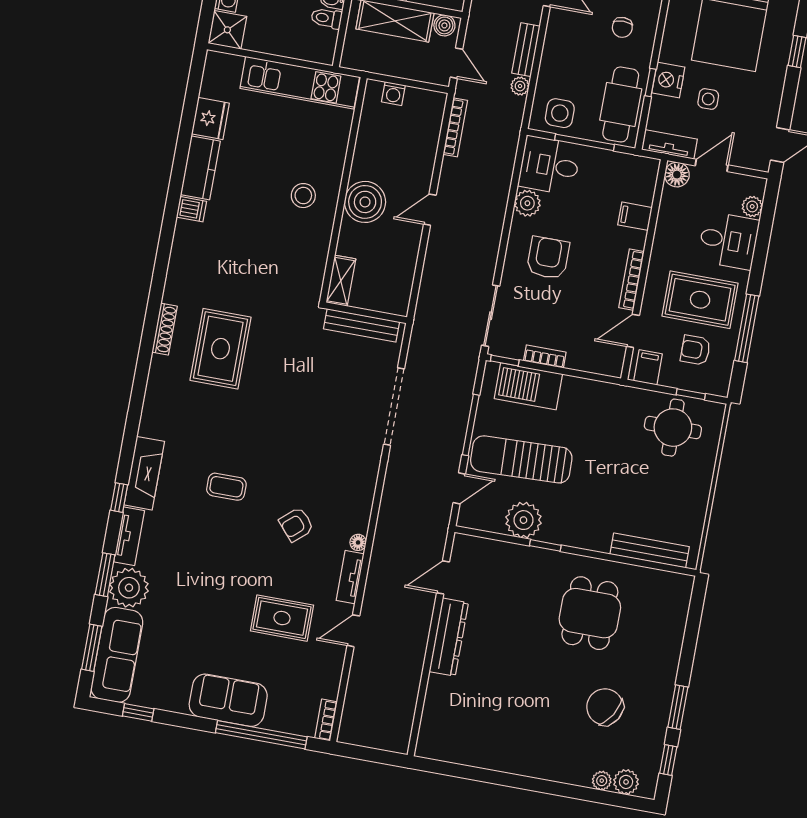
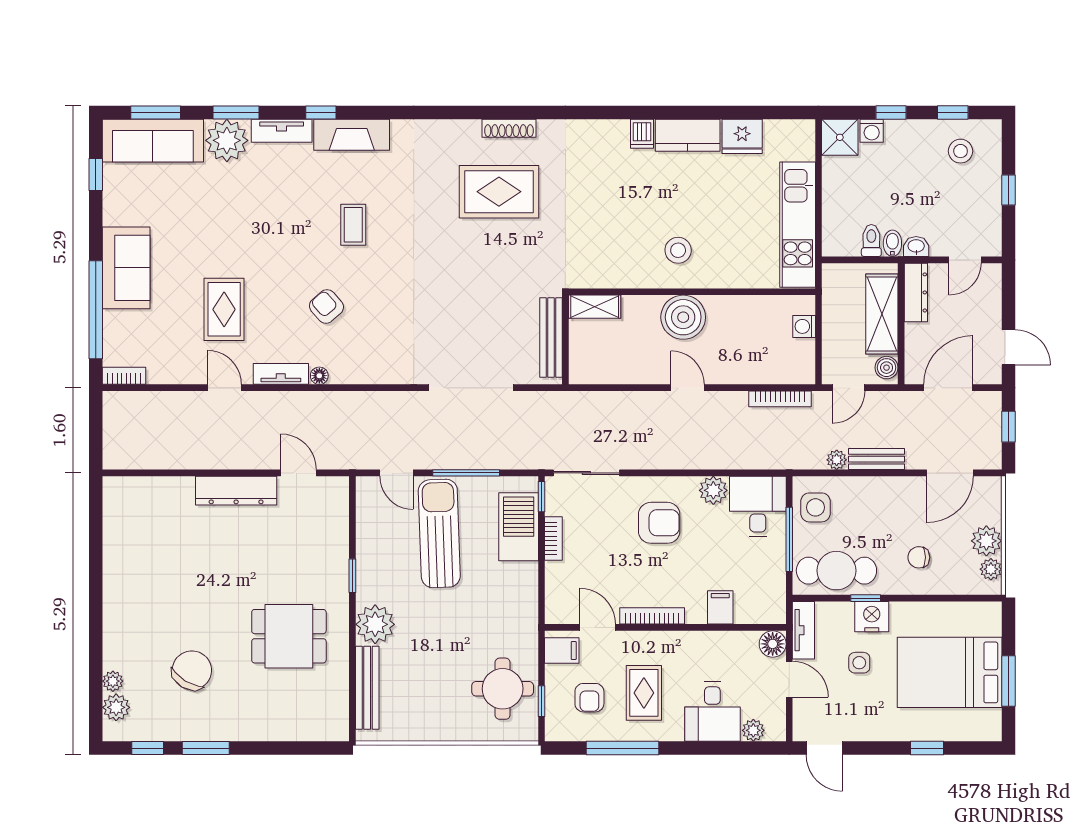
rug: (700, 300) -> (644, 693), width x0.73, depth x0.70
armchair: (695, 350) -> (589, 698), turned 180
plant: (523, 520) -> (375, 624), moved

